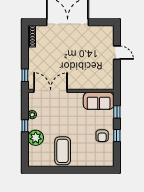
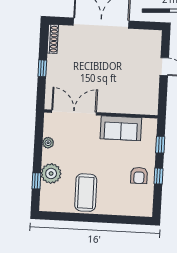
window: (25, 75) -> (42, 68), moved
sofa: (99, 101) -> (121, 128), moved
window: (25, 126) -> (36, 181), moved

